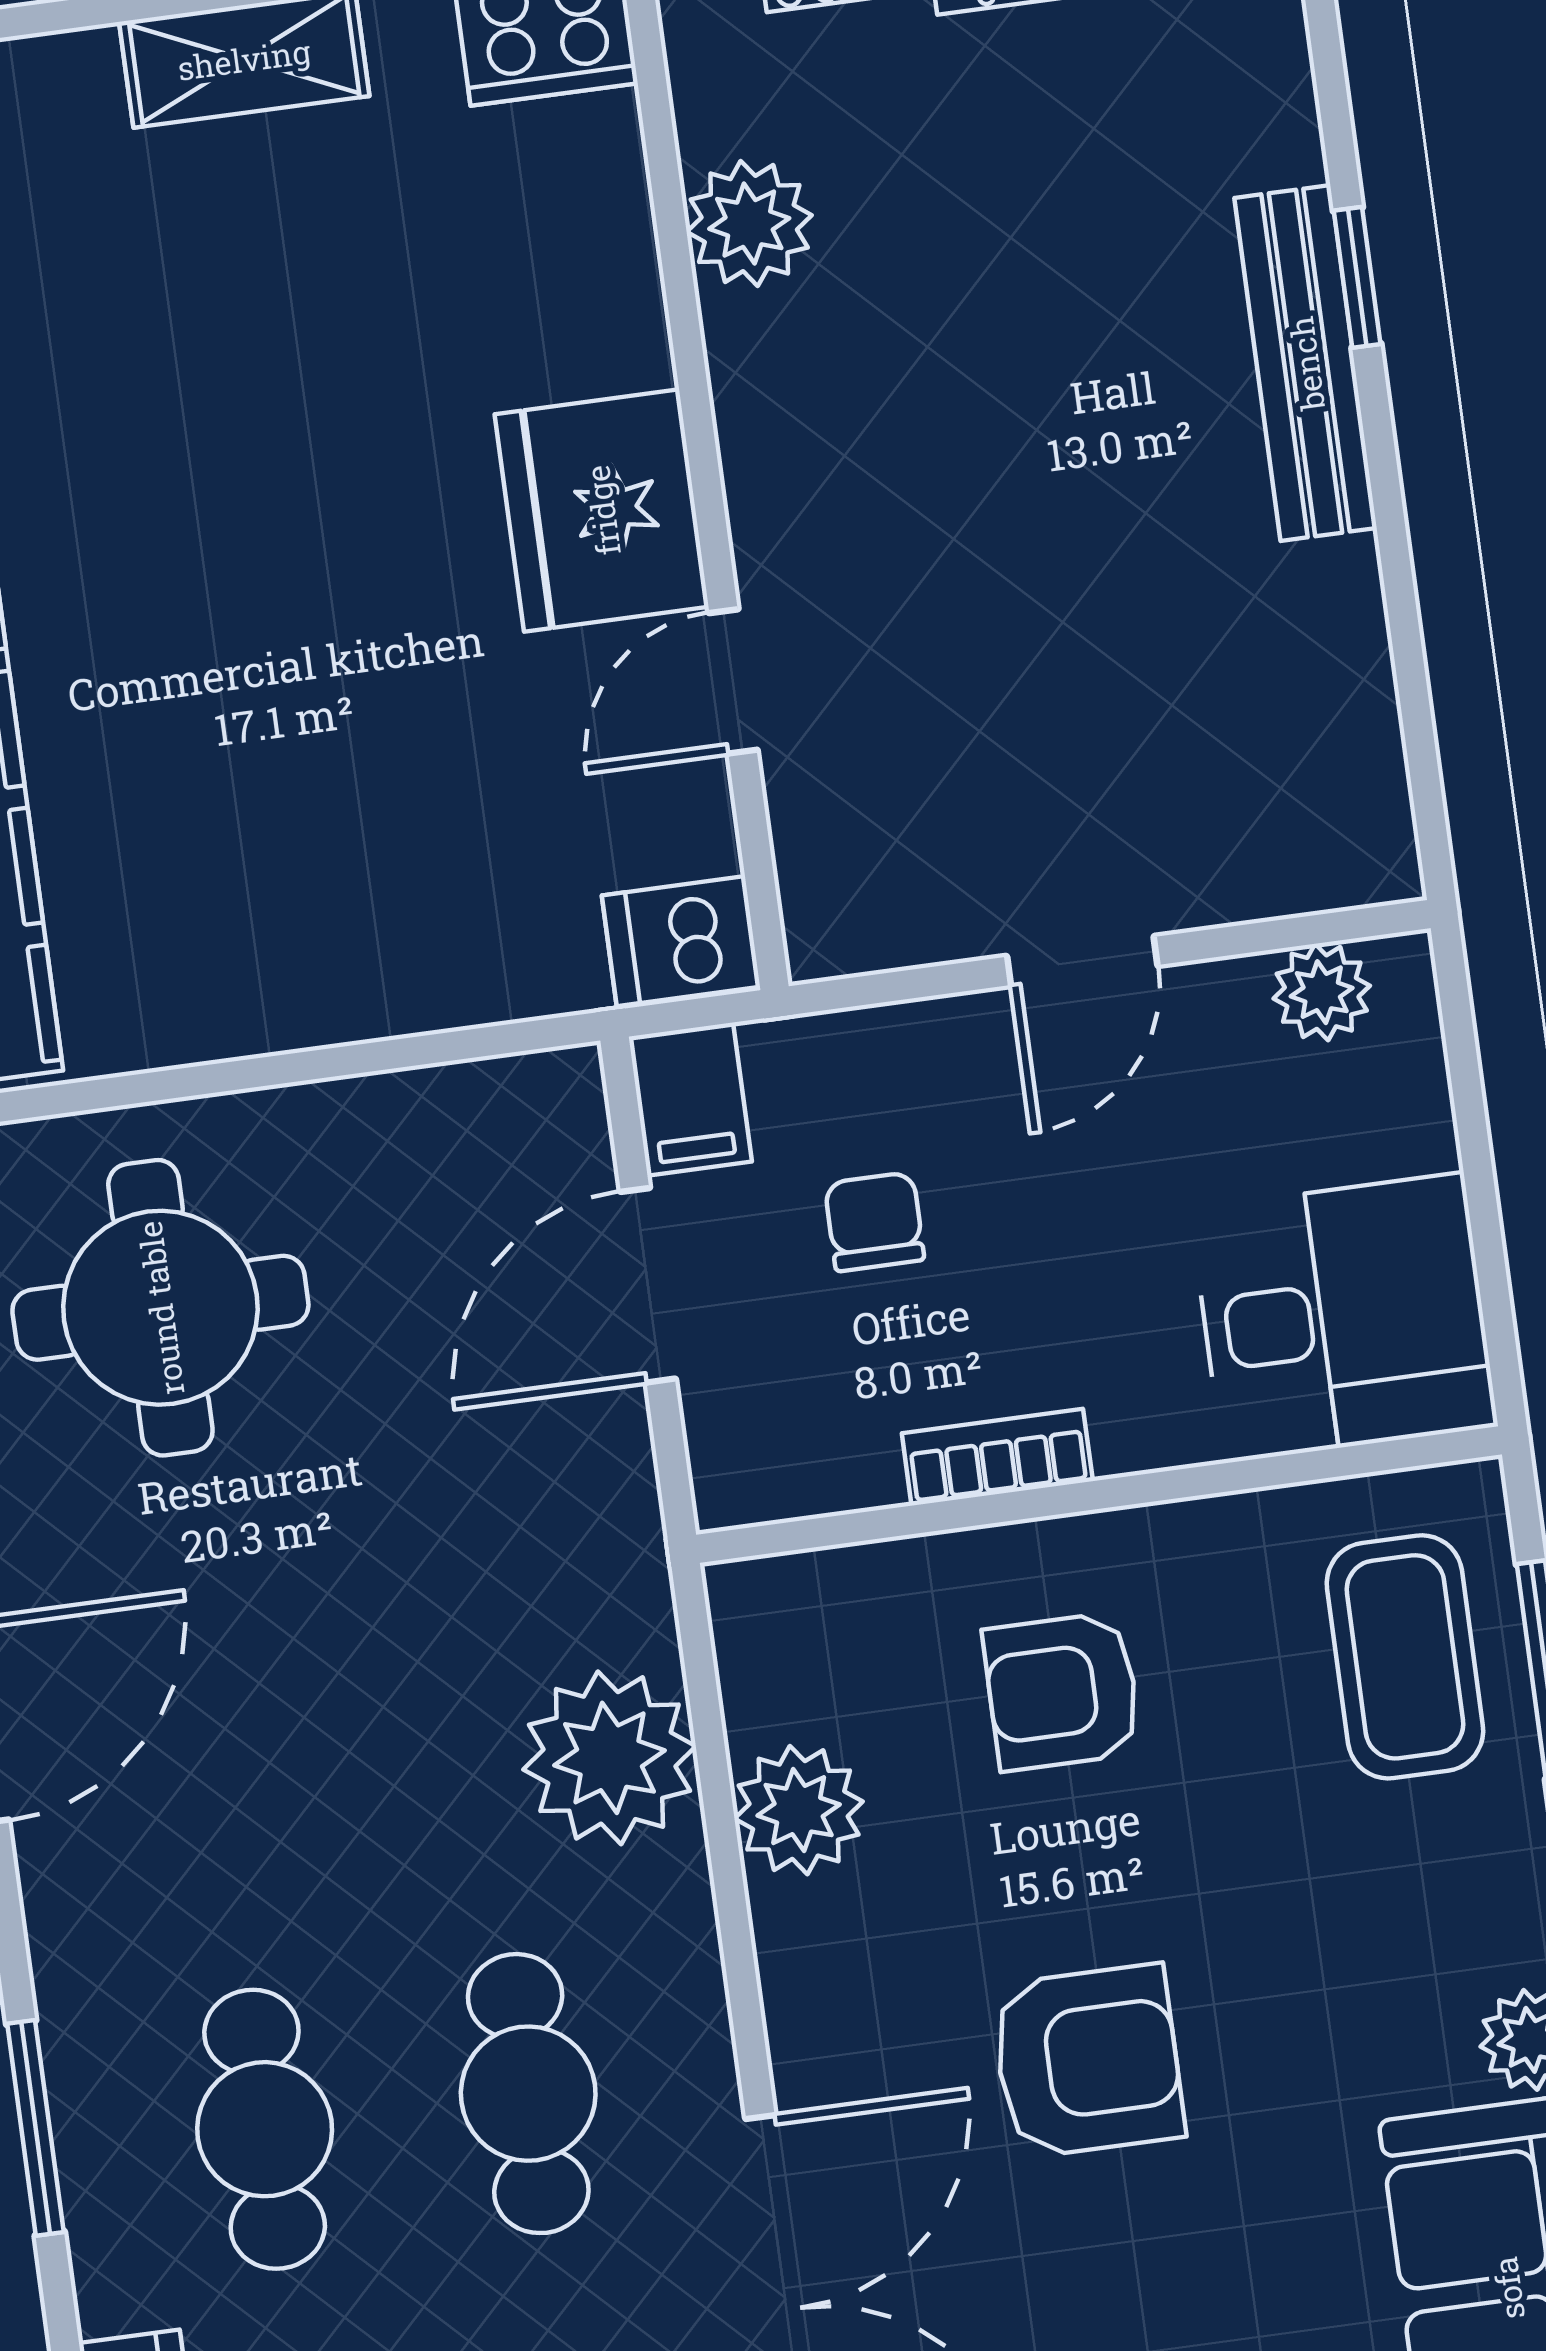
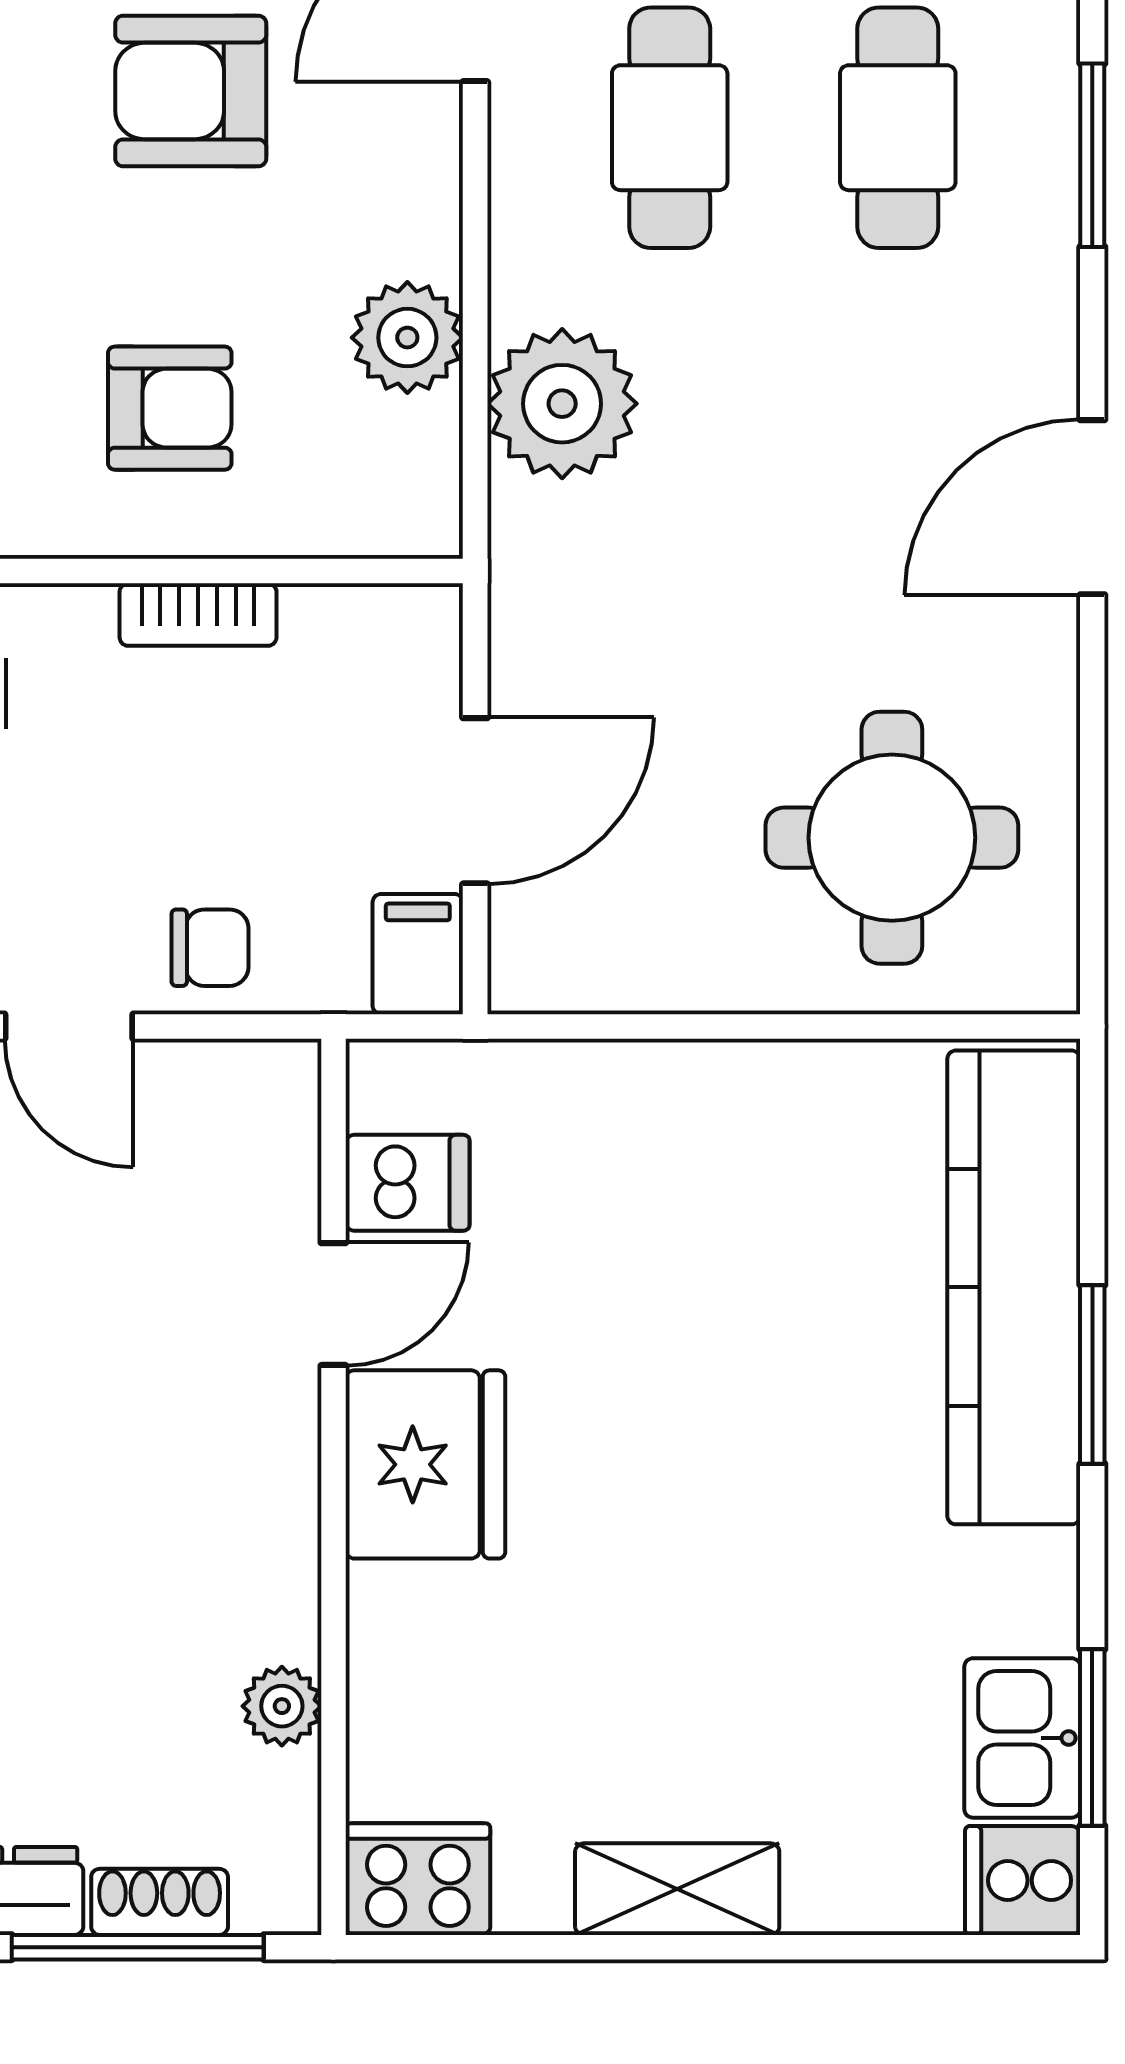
plant: (749, 224) -> (282, 1706), width x0.73, depth x0.73
dishwasher: (681, 941) -> (408, 1183), moved
door: (1082, 961) -> (69, 1026), swing flipped
chair: (874, 1222) -> (210, 948), moved, turned -90

